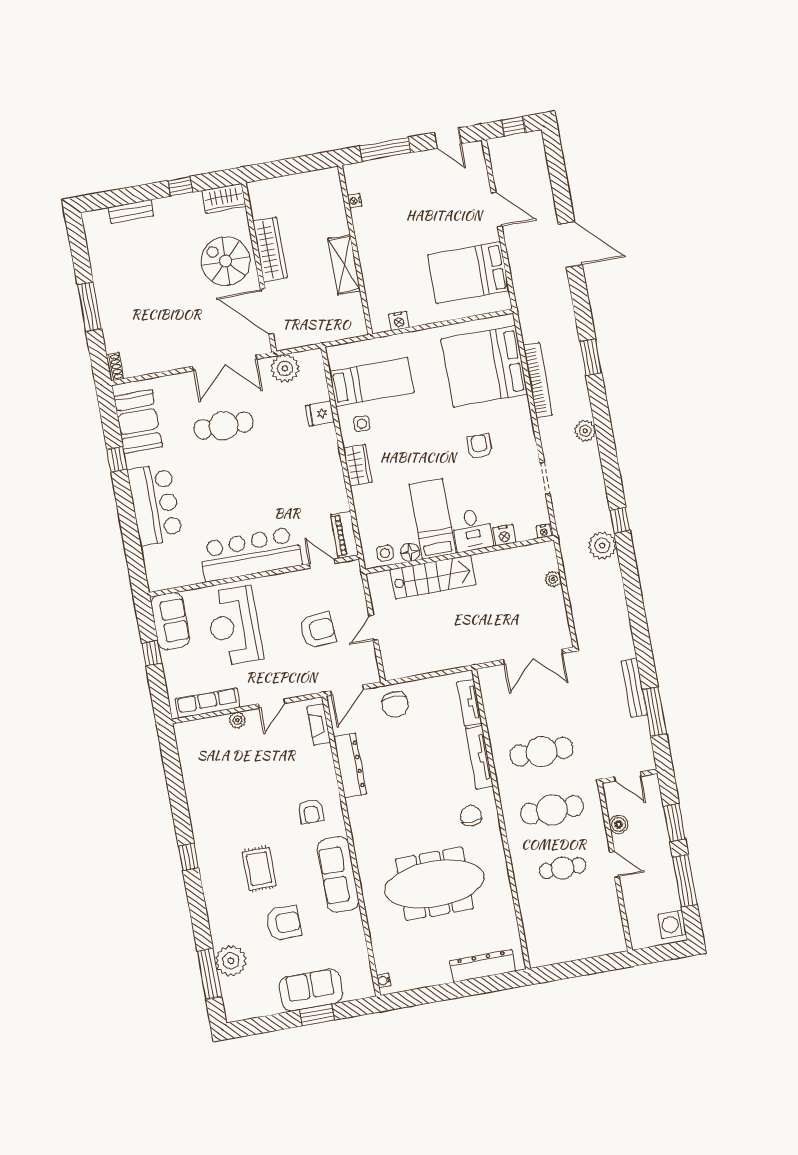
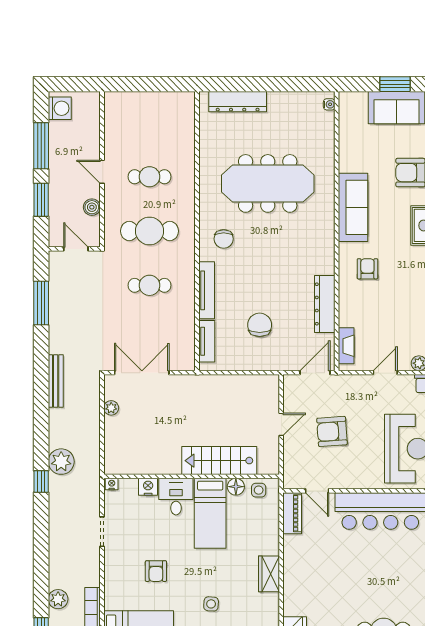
side table: (362, 424) -> (211, 604), moved
plant: (585, 431) -> (58, 599), moved
plant: (553, 579) -> (111, 408), moved
bench: (634, 688) -> (56, 381), moved
chair: (395, 704) -> (260, 325), moved
cafe table: (542, 752) -> (150, 285), width x0.73, depth x0.74

